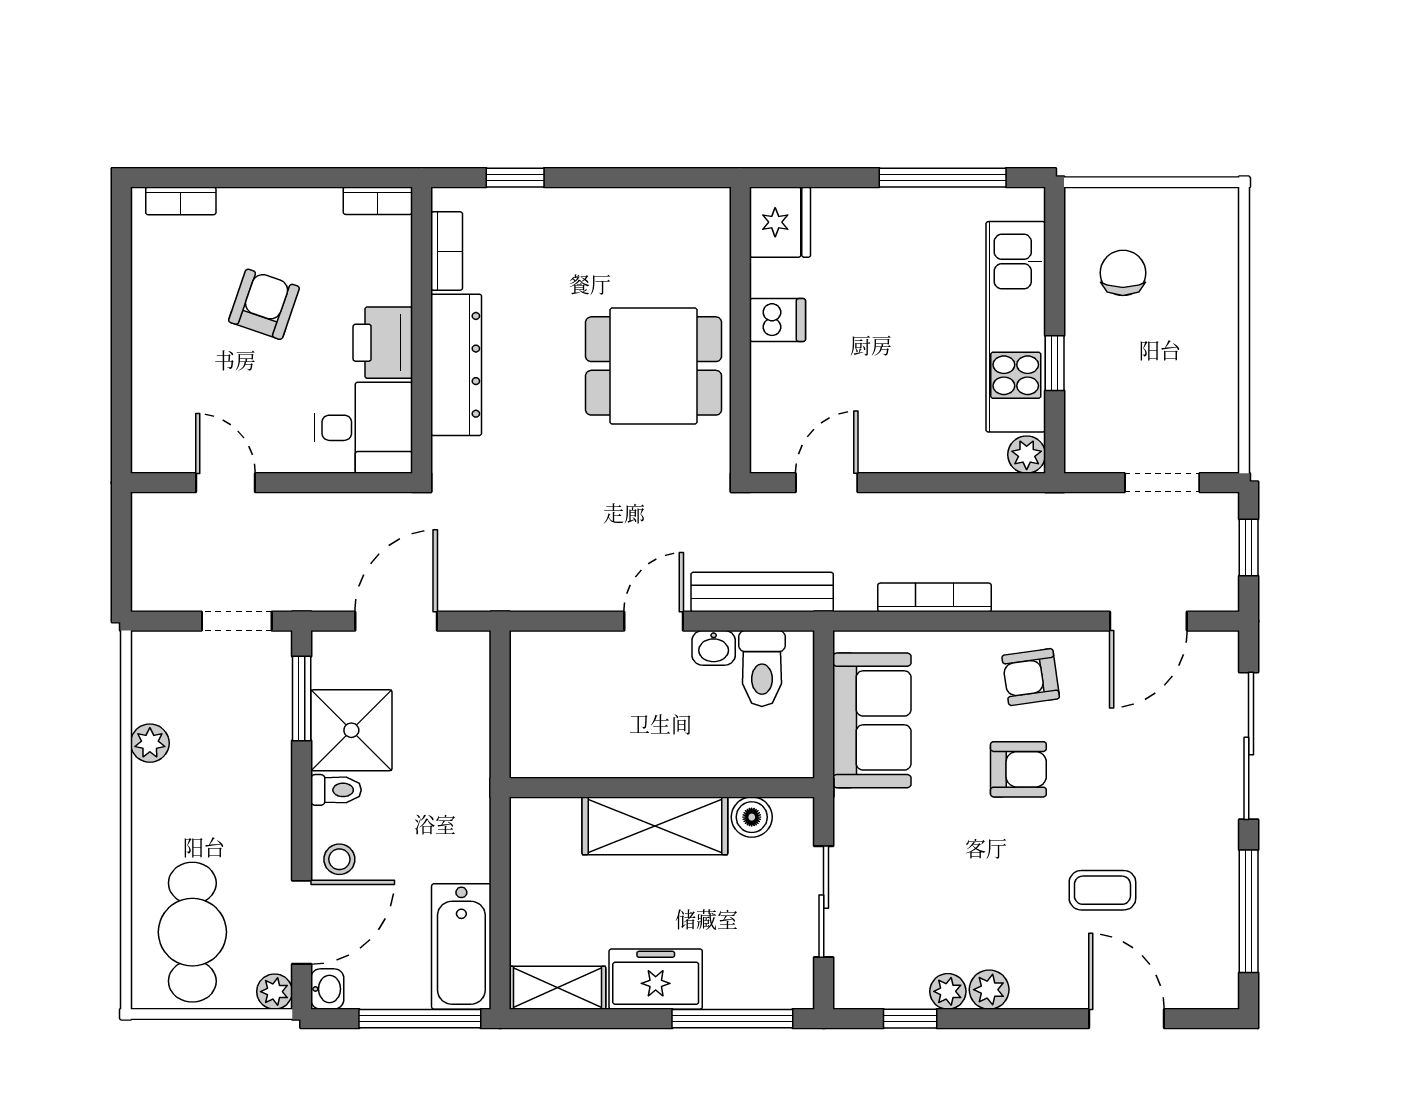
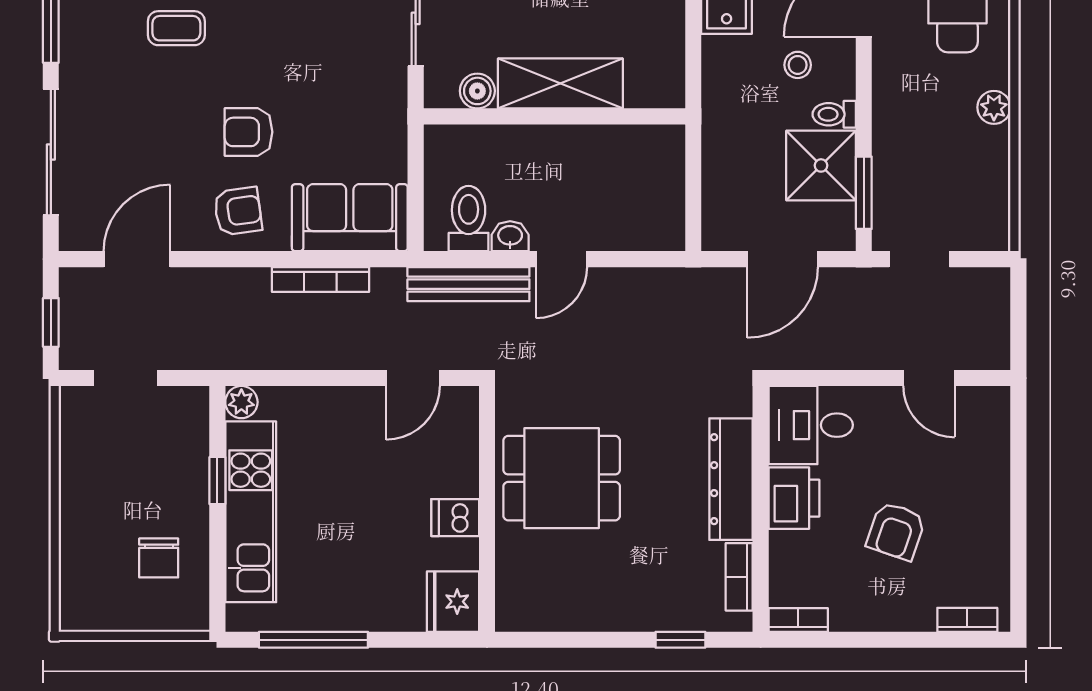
sofa: (872, 720) -> (350, 218), moved, turned 90
plant: (150, 743) -> (994, 107), moved
stool: (339, 859) -> (798, 65), moved

